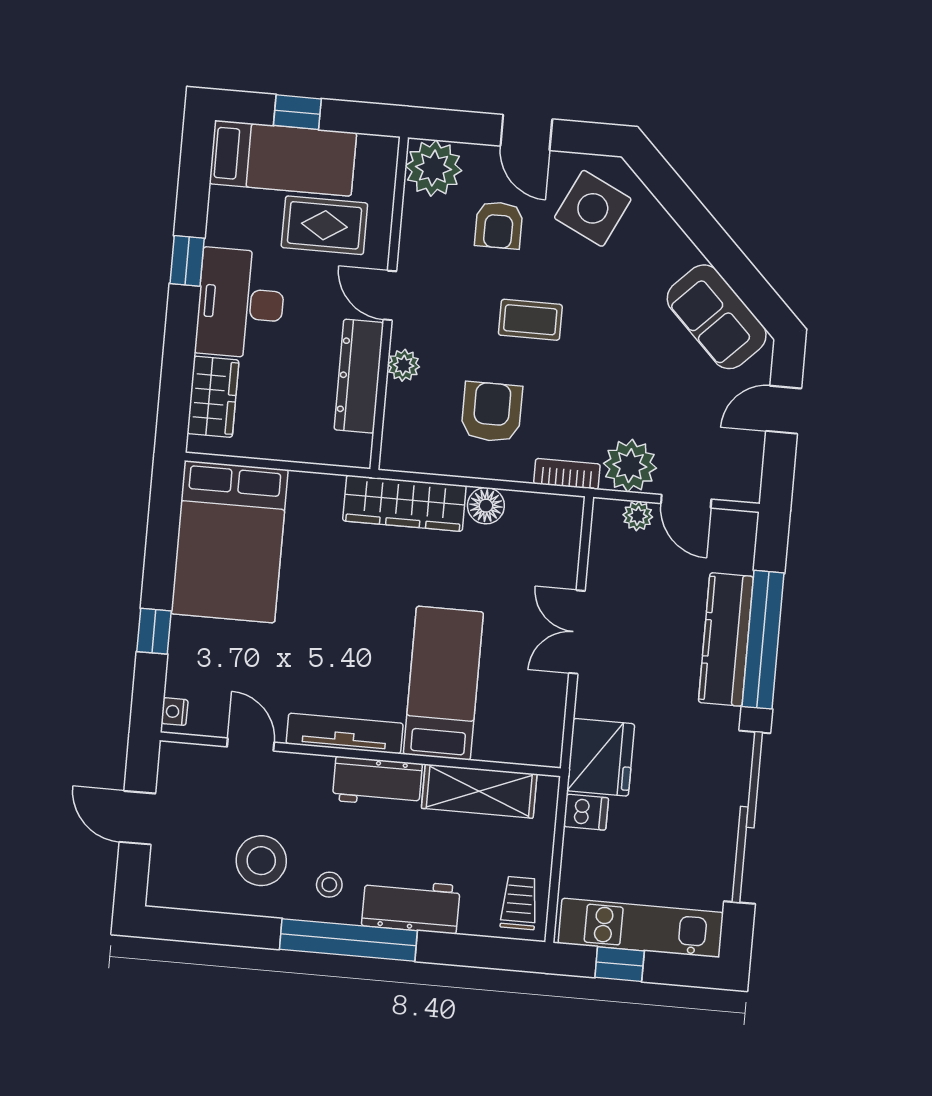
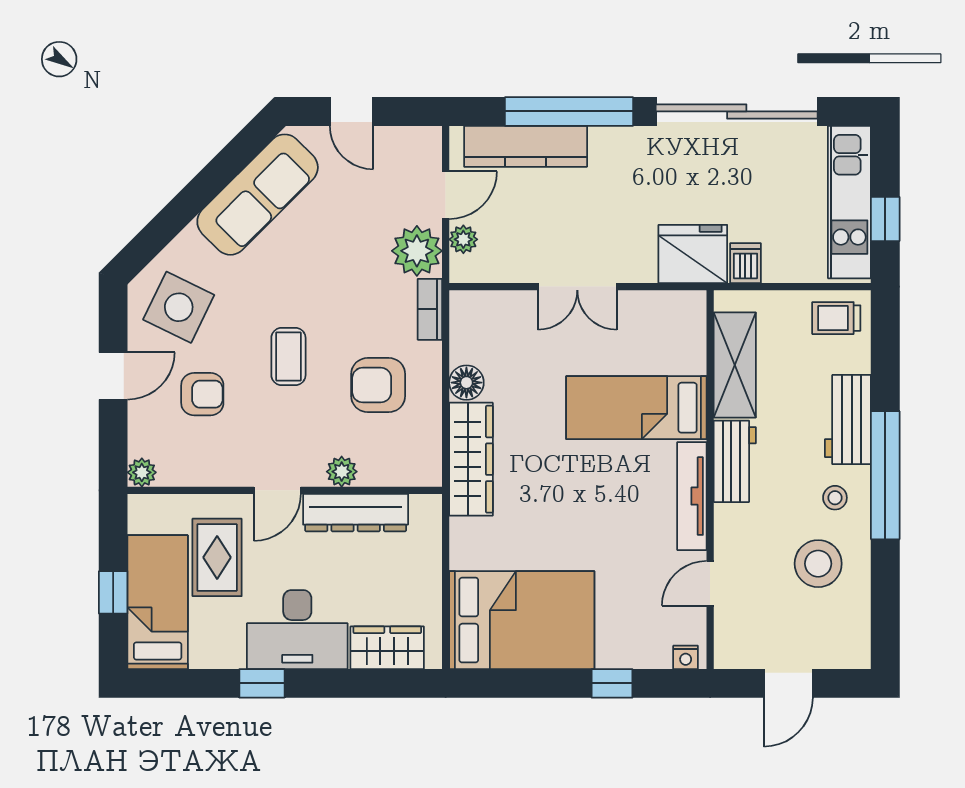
plant: (434, 168) -> (142, 472), width x0.53, depth x0.53
sofa: (717, 317) -> (258, 195), width x1.36
kitchen counter: (726, 639) -> (526, 146), moved

